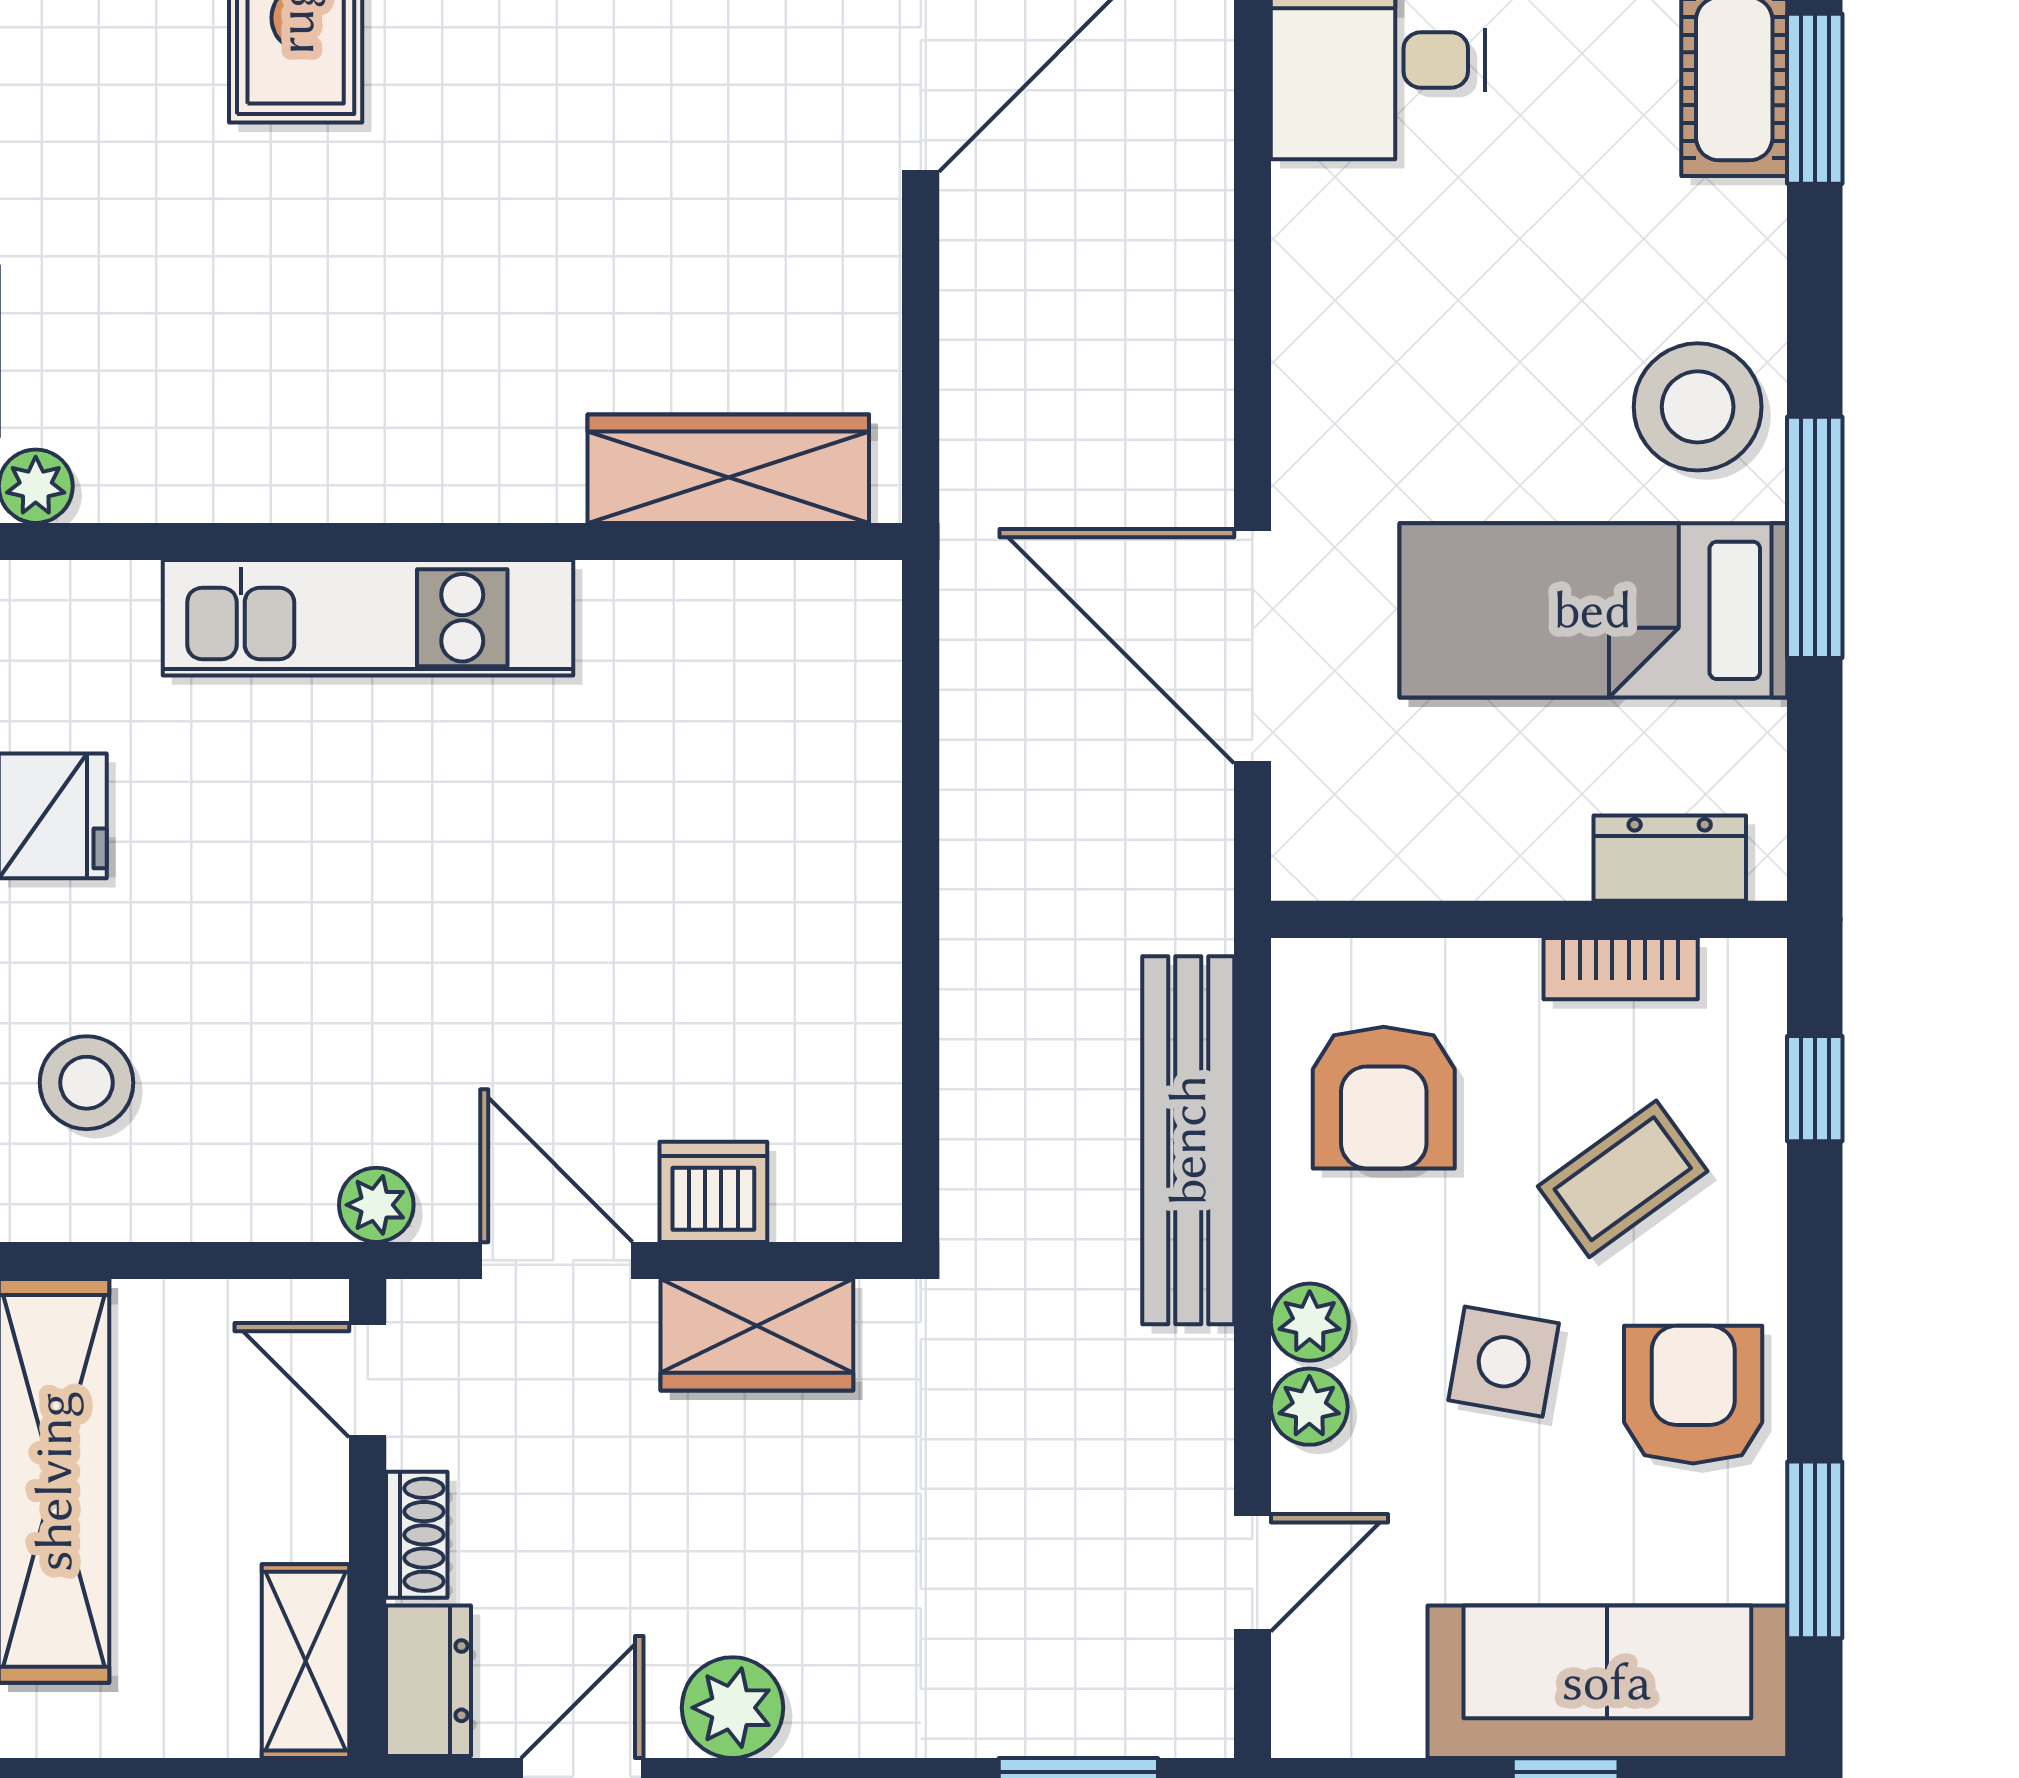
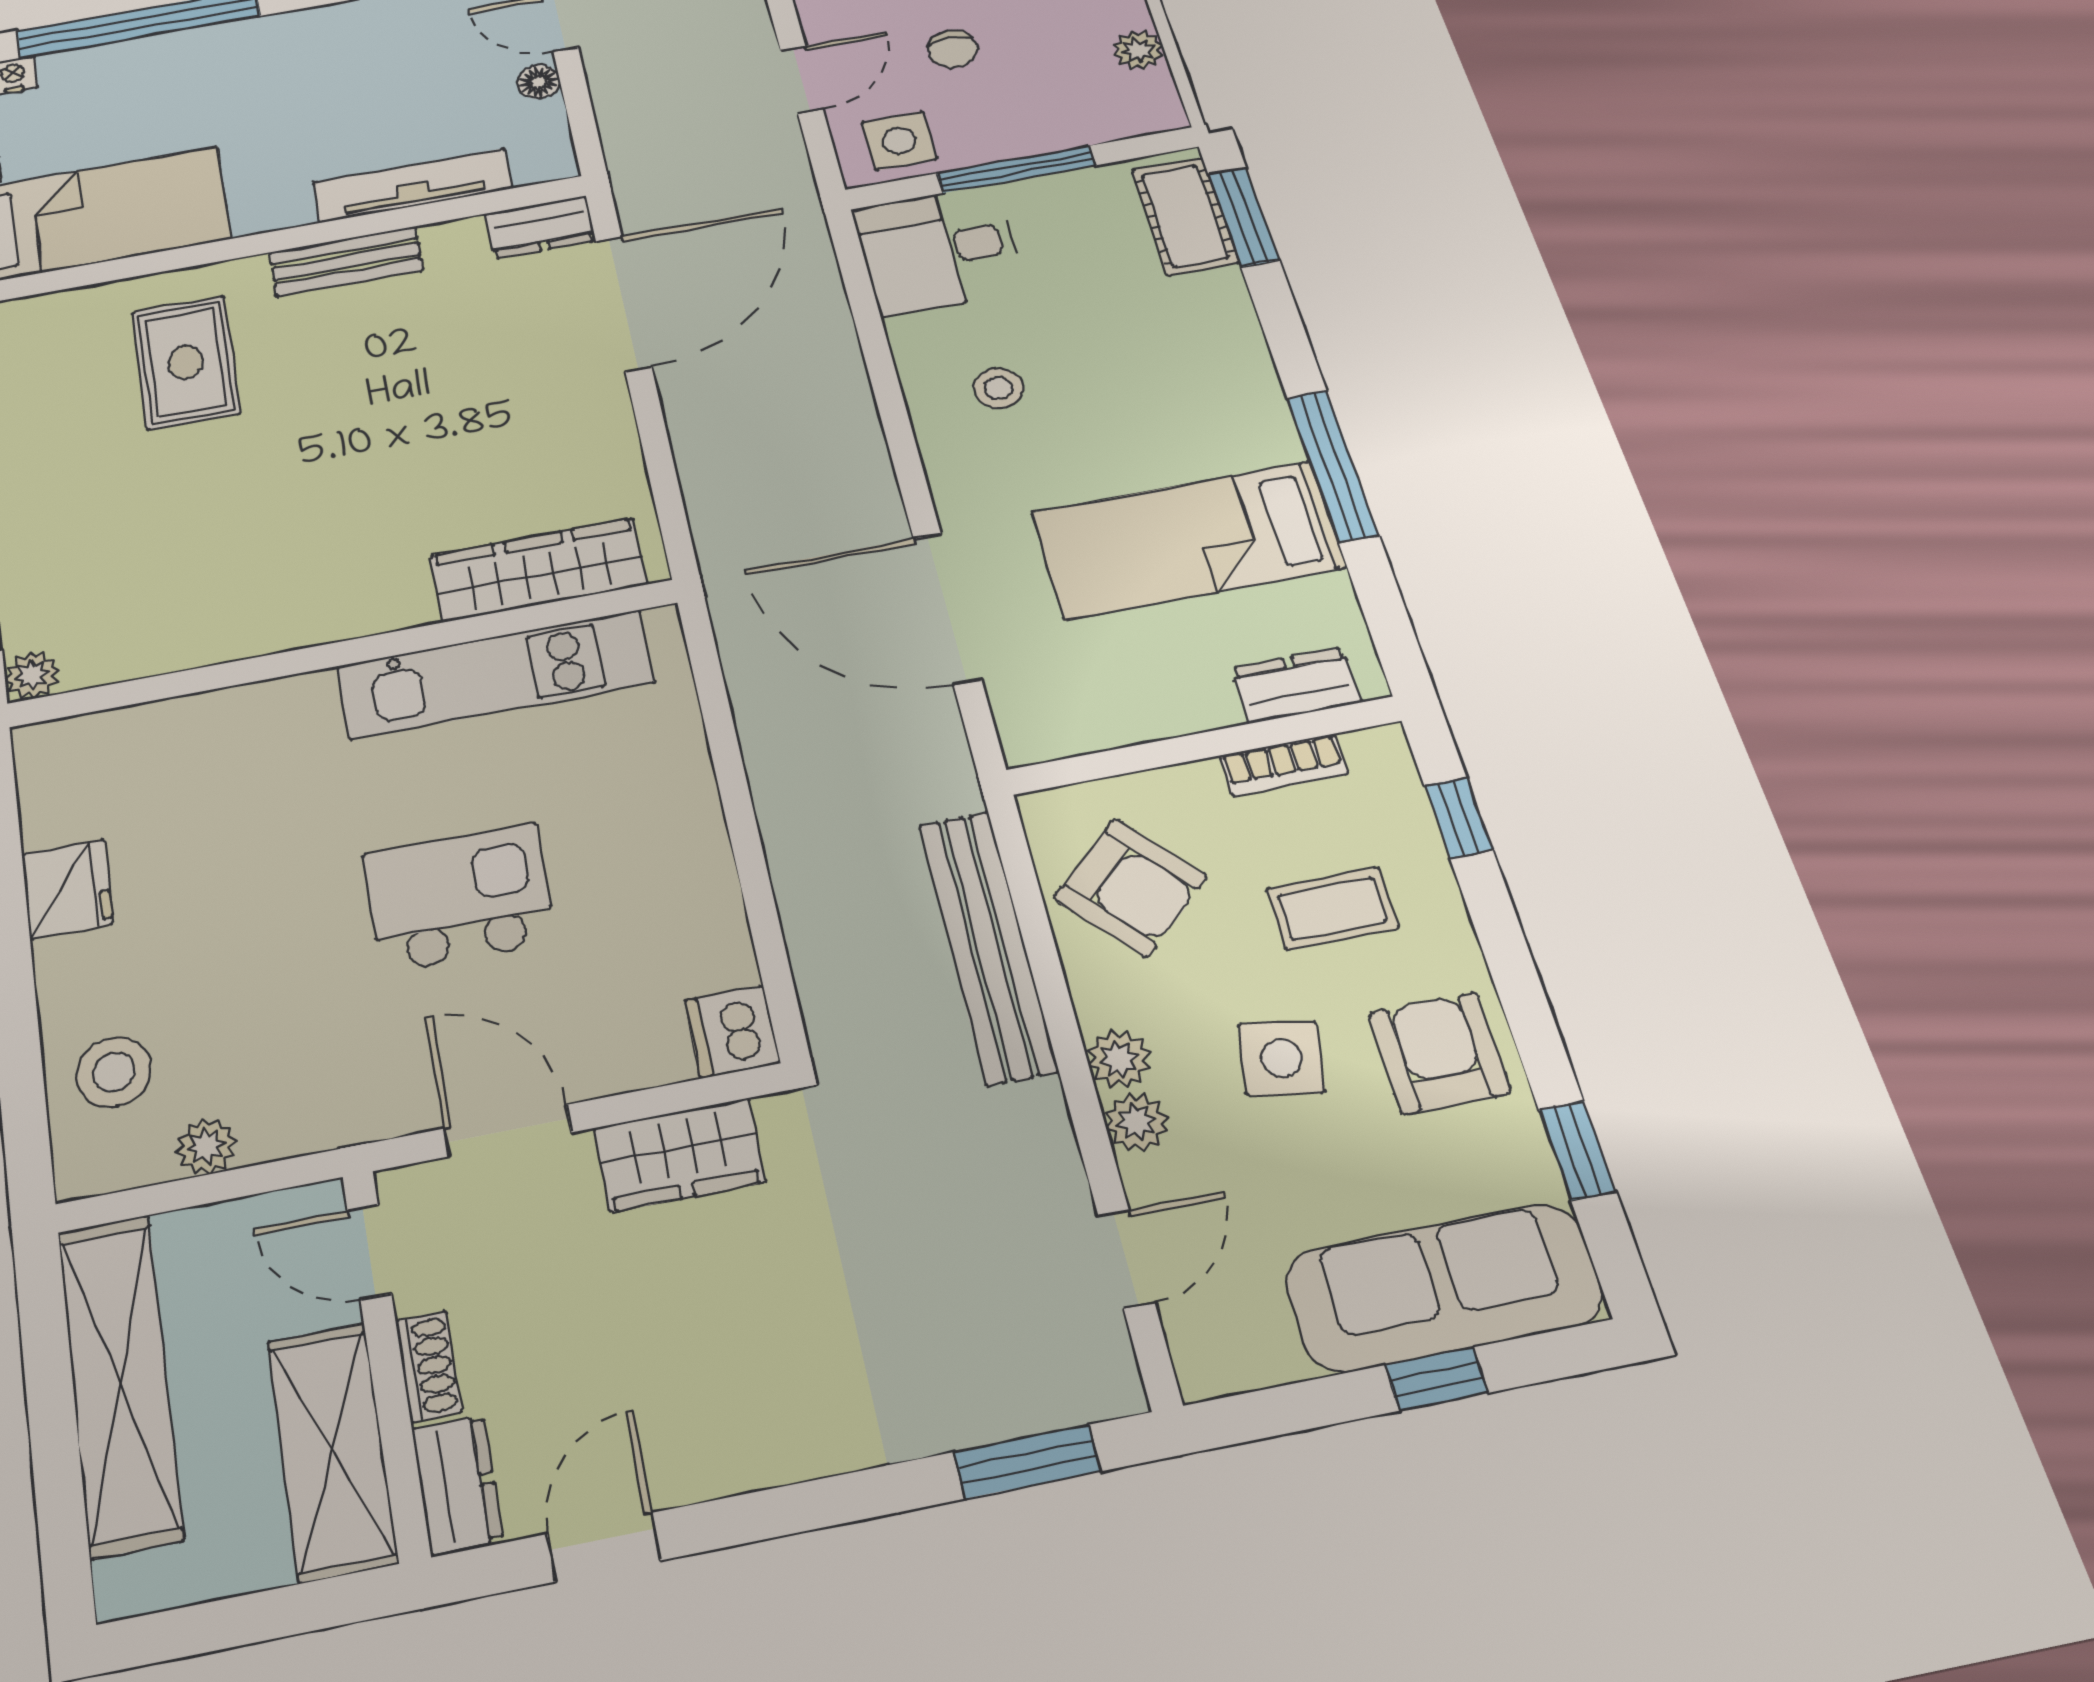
stool: (1698, 407) -> (998, 388), moved, width x0.53, depth x0.53
kitchen unit: (368, 618) -> (496, 674), moved
kitchen island: (547, 934) -> (459, 898), added
armchair: (1384, 1098) -> (1130, 887), turned -42
coffee table: (1623, 1179) -> (1332, 908), turned 36
dishwasher: (713, 1192) -> (732, 1031), moved, turned -90
plant: (376, 1205) -> (206, 1146), moved
window: (1815, 1550) -> (1577, 1150), width x0.67
shelving: (305, 1661) -> (332, 1451), width x1.50, depth x1.33
plant: (733, 1708) -> (719, 1455), removed

